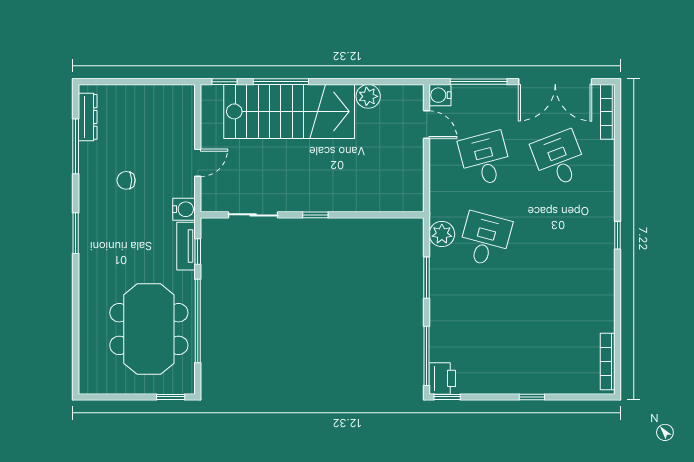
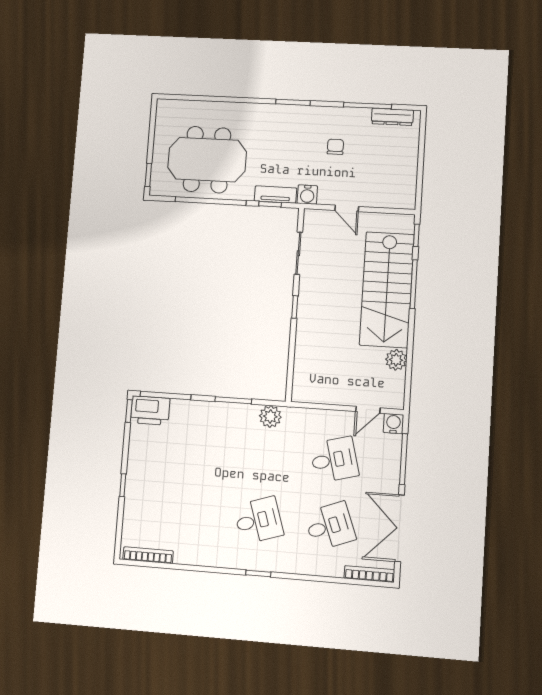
desk: (485, 239) -> (258, 520), moved, turned -33
printer: (442, 378) -> (150, 410), width x1.37, depth x1.19

